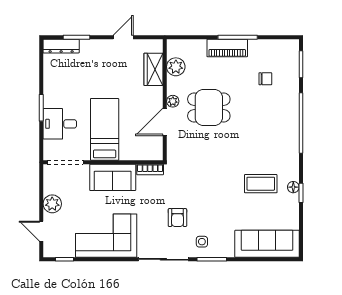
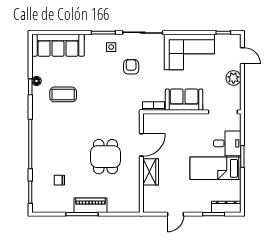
plant: (176, 67) -> (132, 190), removed
wardrobe: (154, 69) -> (151, 172), moved
plant: (173, 101) -> (135, 162), removed
dining table: (209, 108) -> (105, 157), turned 90
bed: (105, 129) -> (216, 168), moved, turned 90
floor lamp: (293, 187) -> (37, 81), moved

